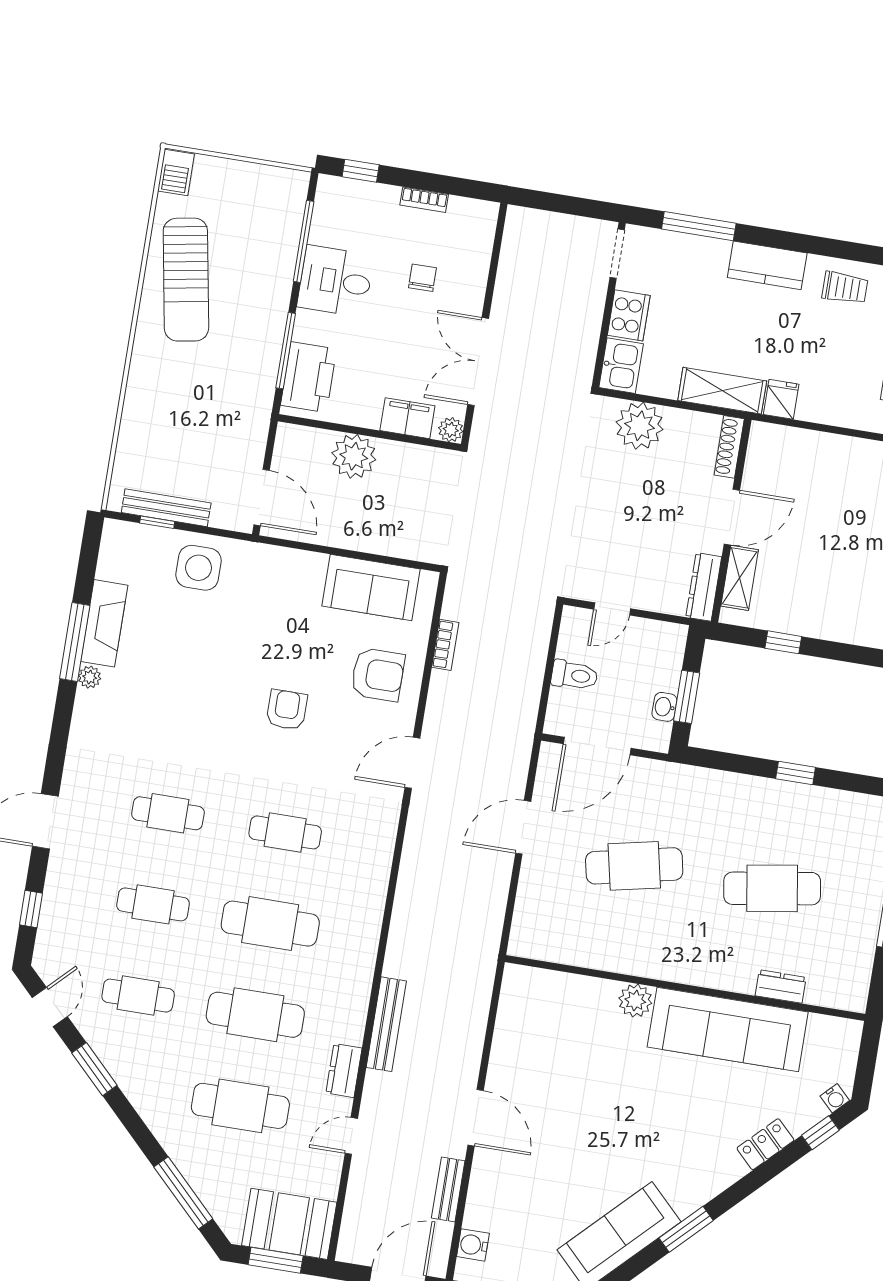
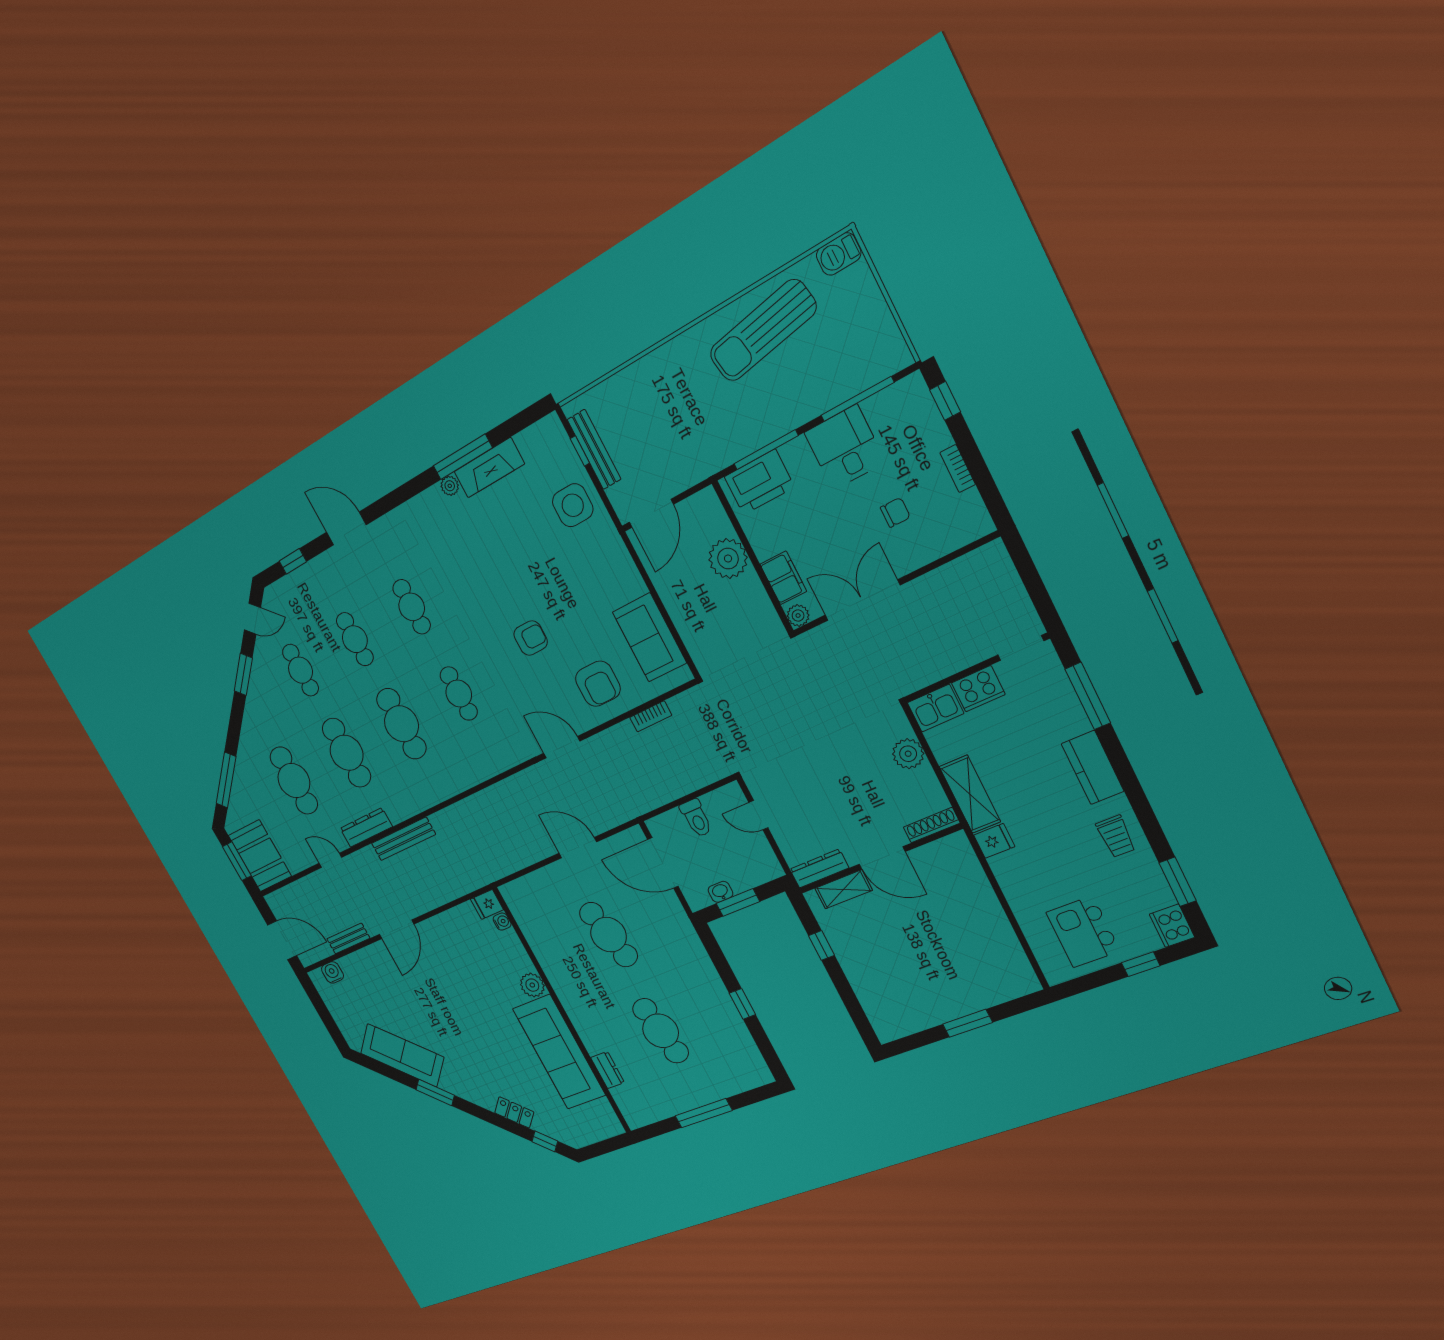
plant: (640, 426) -> (908, 754), width x0.73, depth x0.73
fridge: (517, 982) -> (487, 904), added
dresser: (344, 1071) -> (366, 828), width x1.44
water cooler: (835, 1098) -> (502, 922), moved, turned -135

